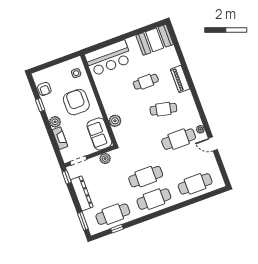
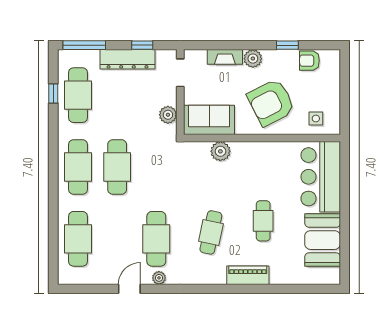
booth: (155, 40) -> (323, 240), moved
armchair: (76, 102) -> (271, 102), turned 153
window: (67, 177) -> (142, 45), moved
window: (83, 221) -> (84, 45), width x1.44

